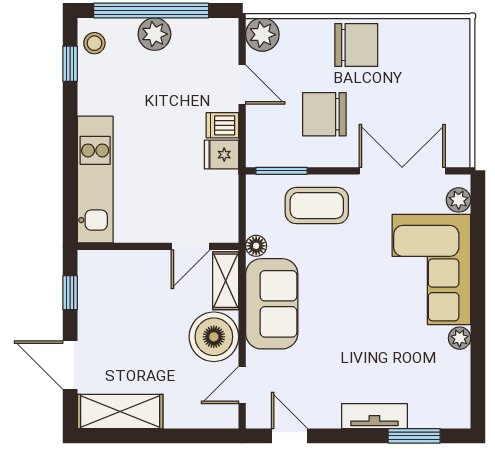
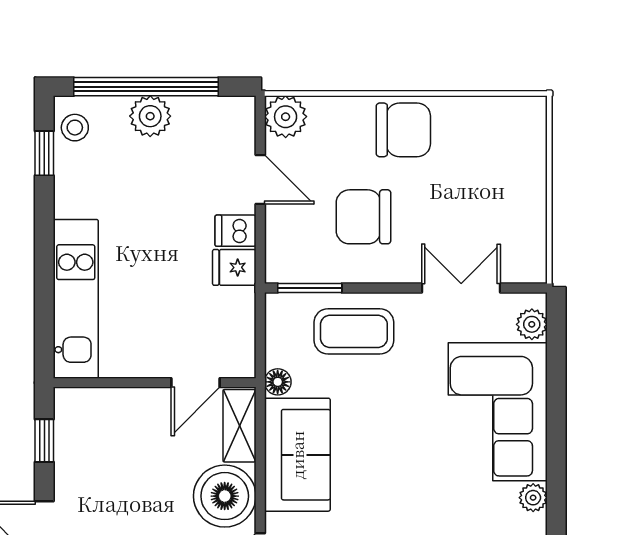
double door: (402, 171) -> (461, 288), width x0.73

